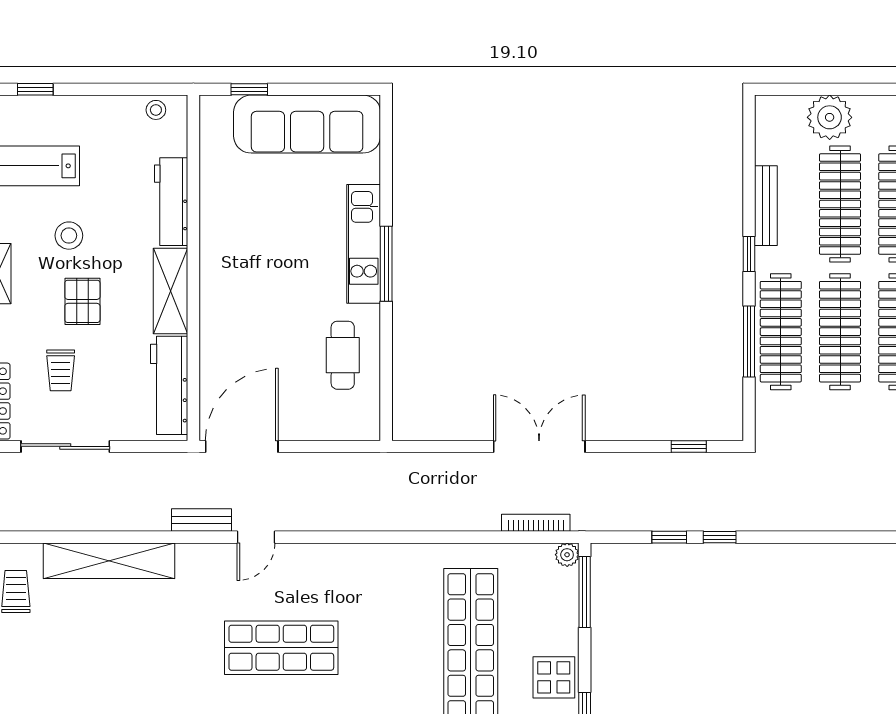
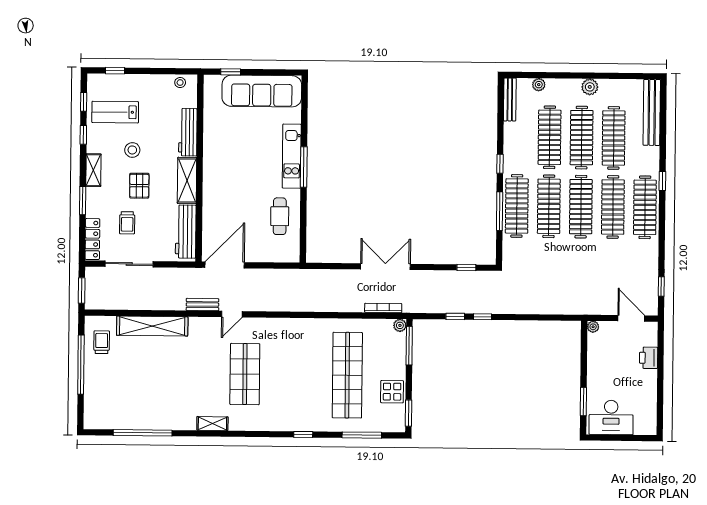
plant: (830, 117) -> (539, 85), width x0.53, depth x0.53
bench: (766, 206) -> (510, 99), moved
shop shelf: (281, 648) -> (245, 374), turned 90

